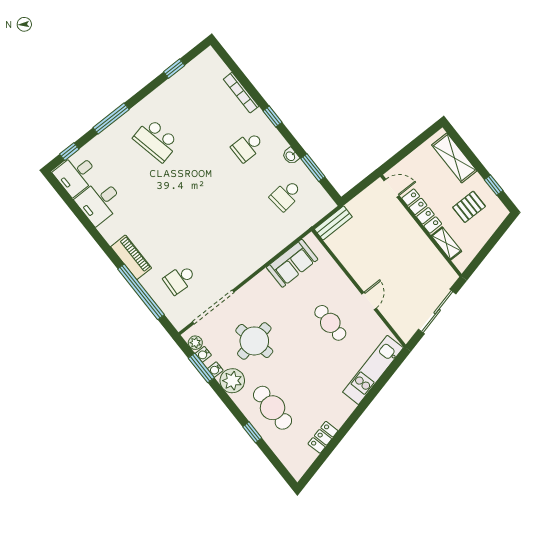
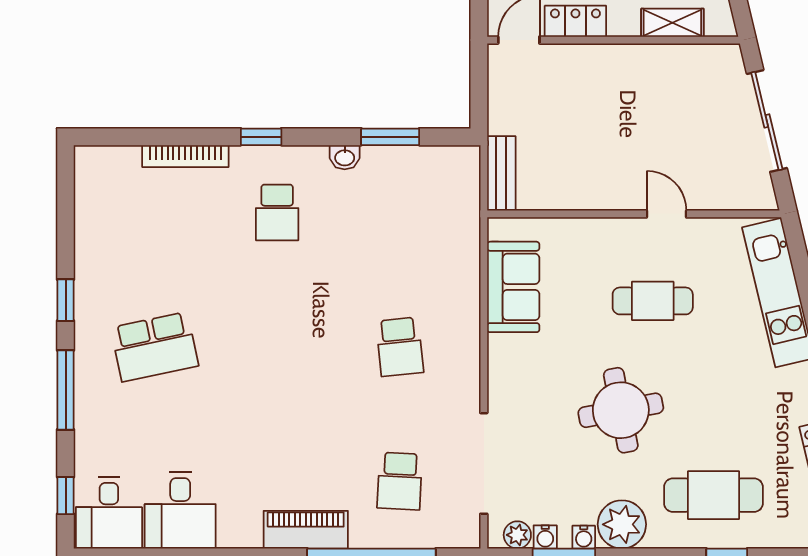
window: (174, 69) -> (66, 300), moved
school desk: (286, 195) -> (400, 347), moved
locker: (422, 211) -> (575, 21), width x0.66
round table: (254, 341) -> (621, 410), moved

